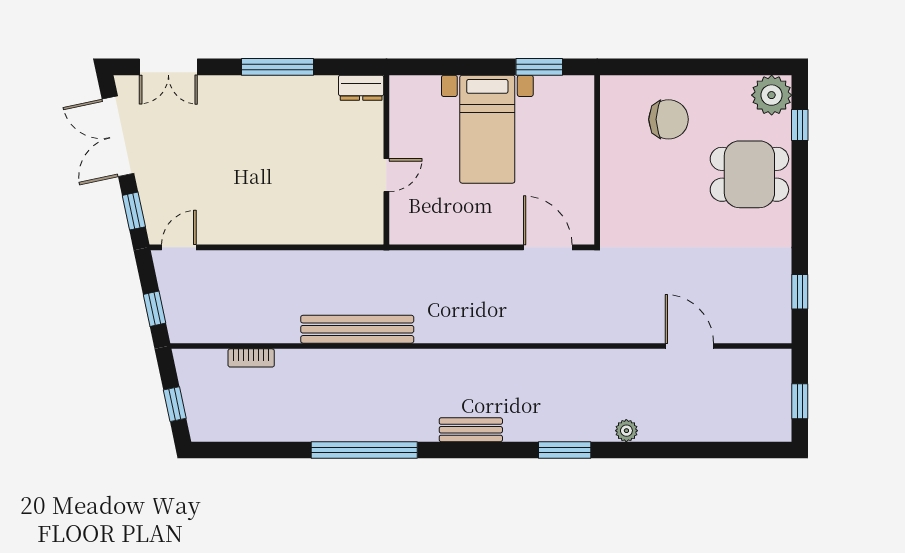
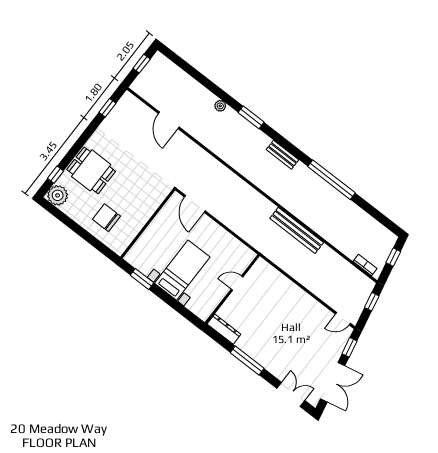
dresser: (361, 88) -> (224, 329), width x1.44
bookcase: (251, 358) -> (365, 265), moved

